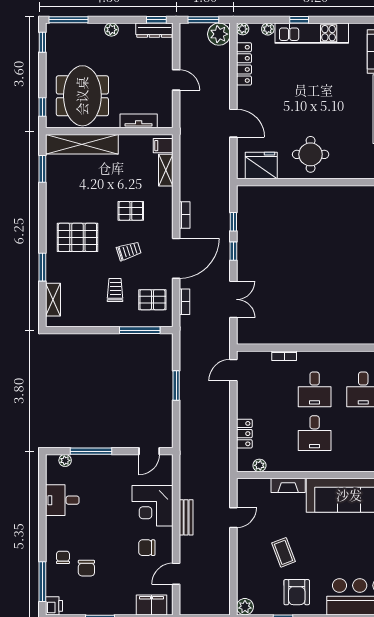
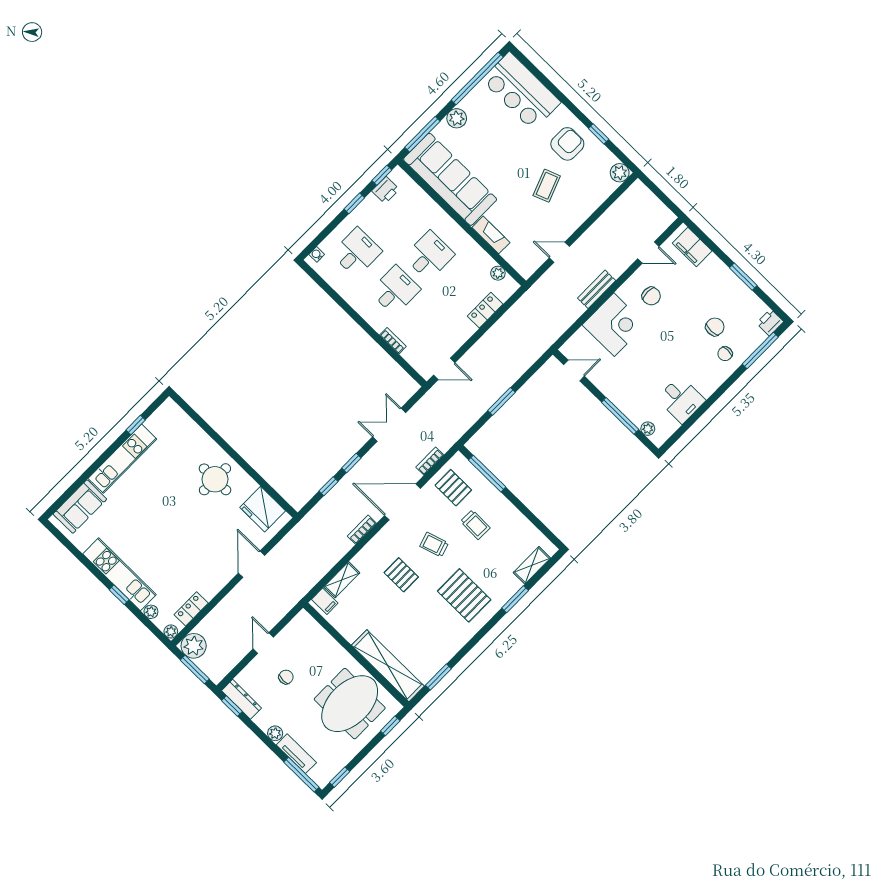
locker: (244, 64) -> (191, 609), width x0.66
chair: (140, 73) -> (286, 677), added
tv unit: (139, 121) -> (296, 754), moved, turned 180
trolley: (115, 290) -> (475, 525), turned -89

